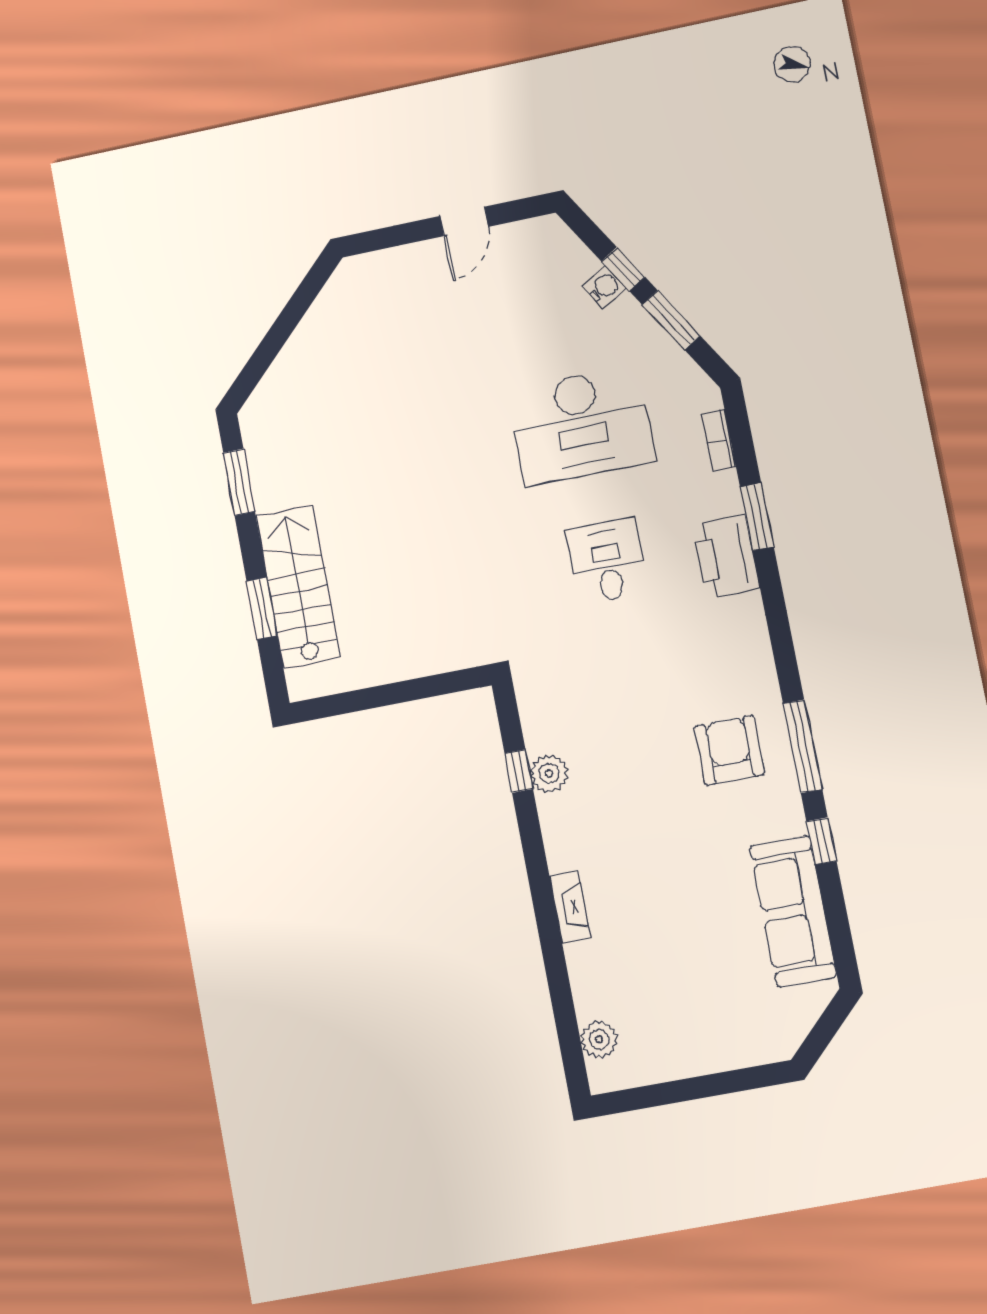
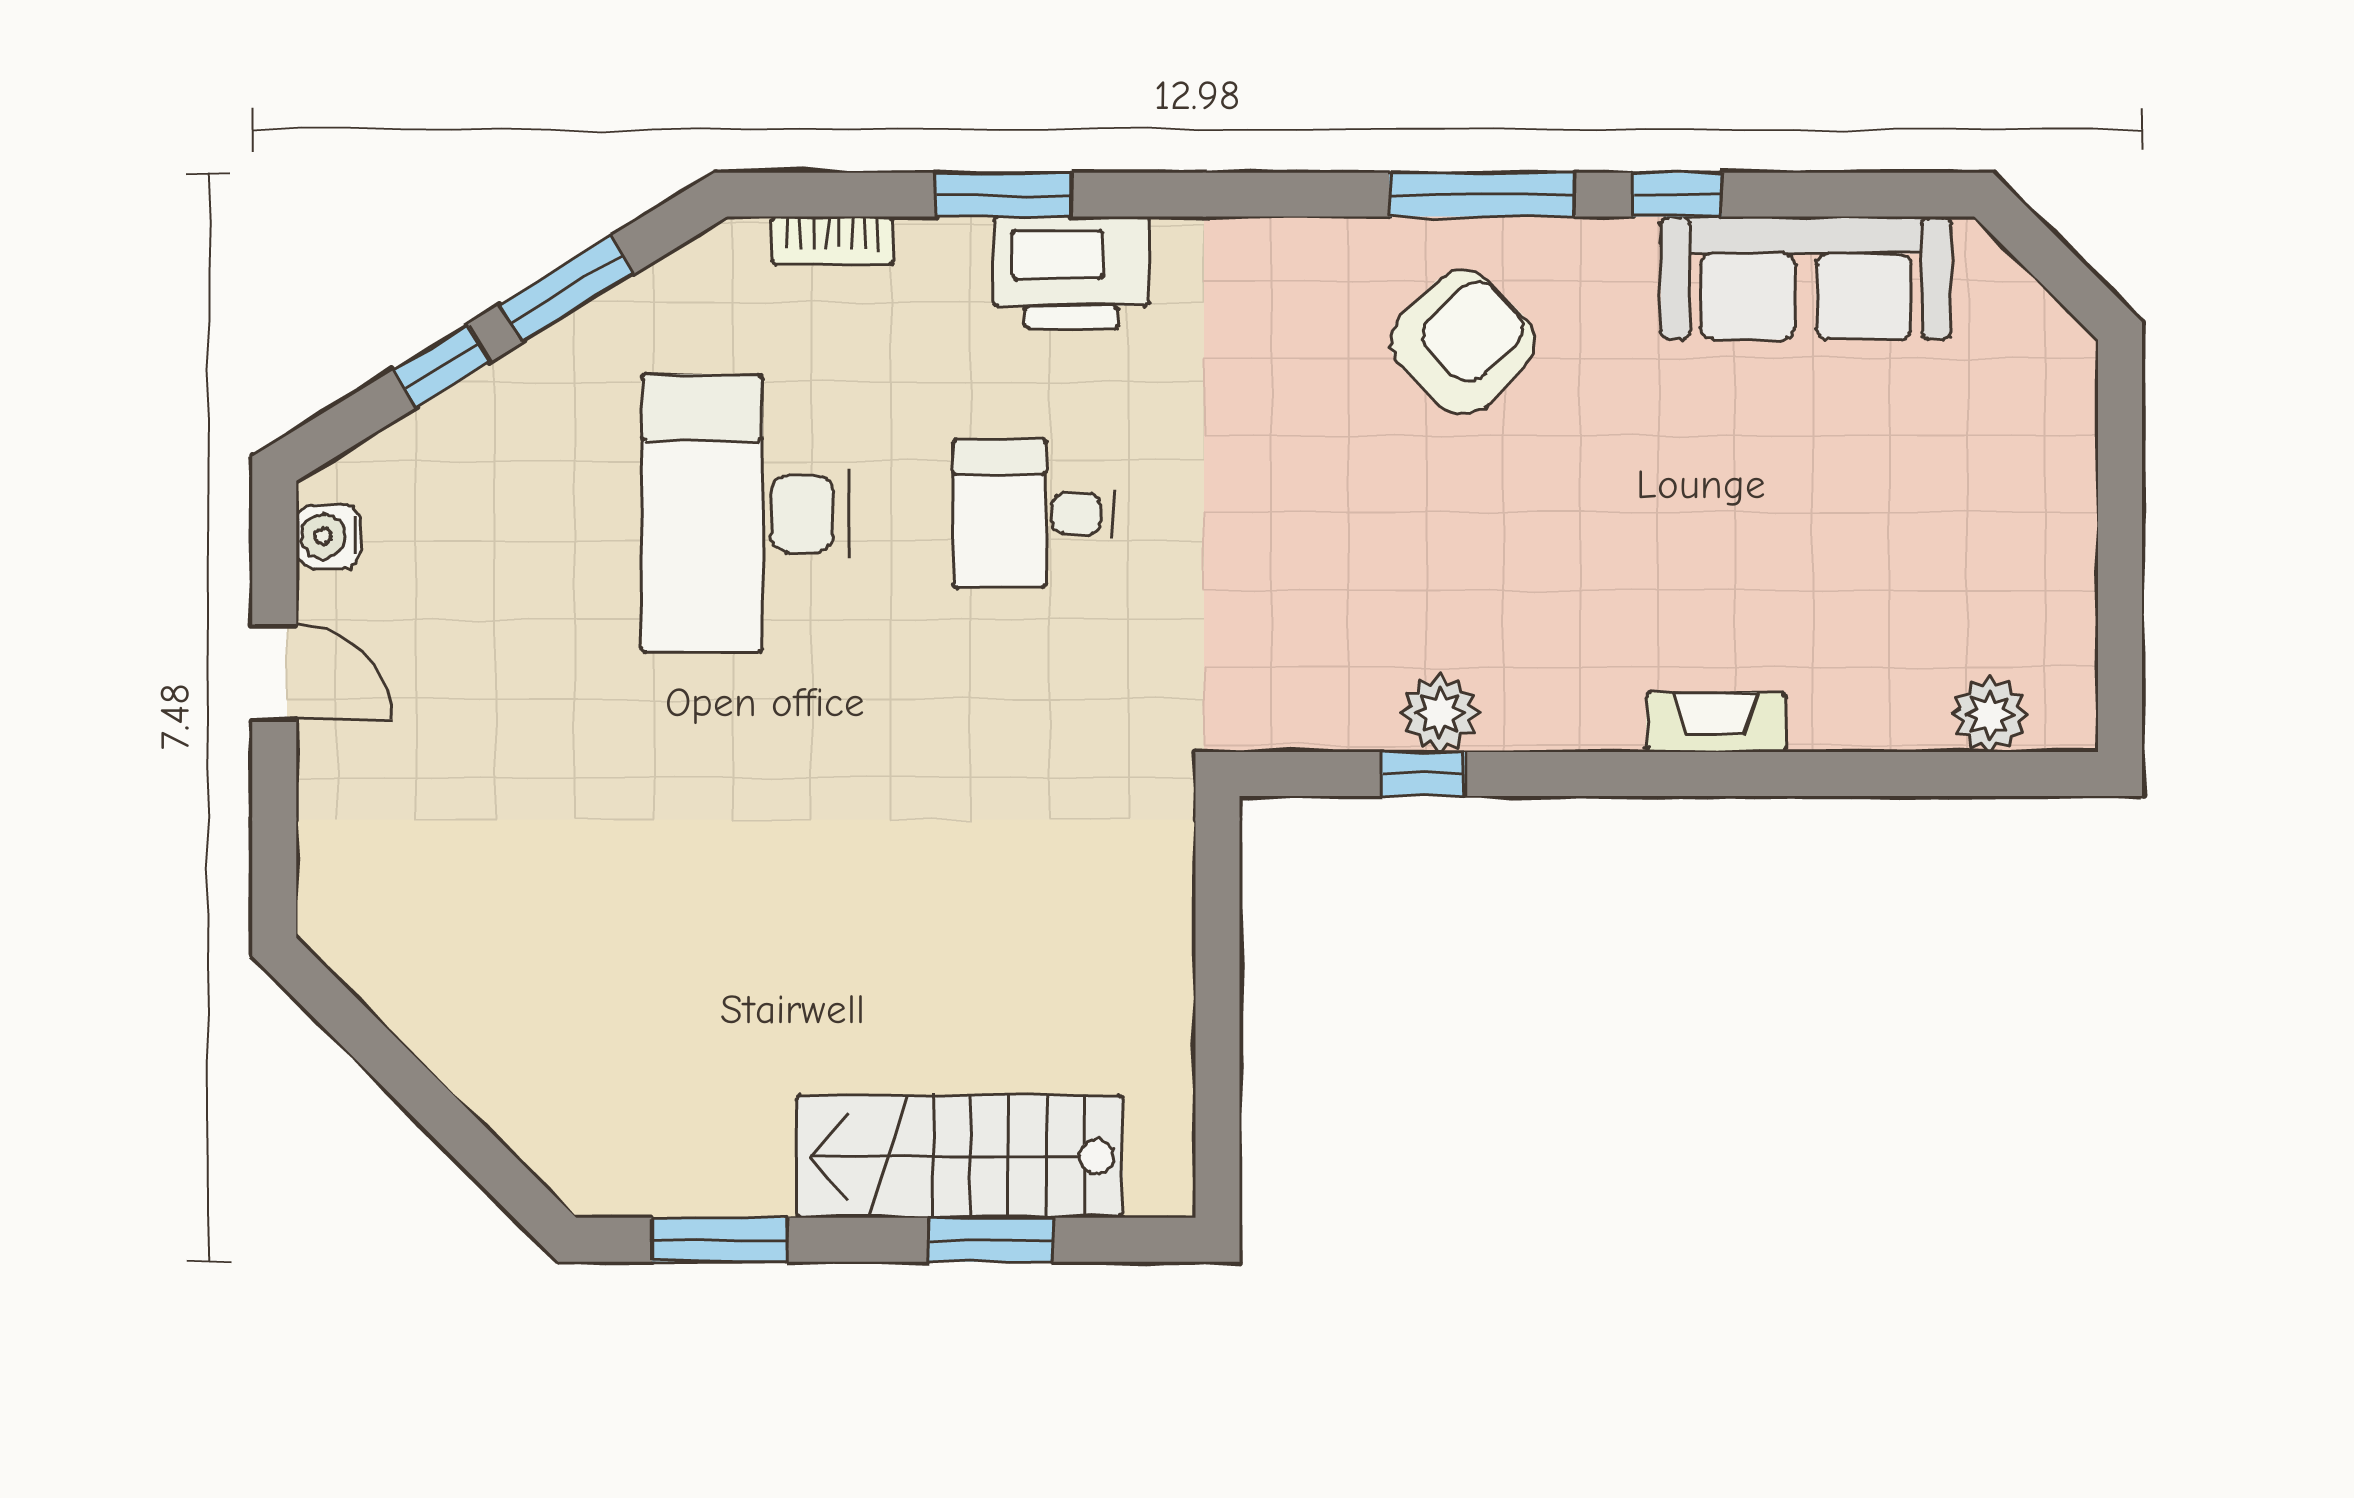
water cooler: (604, 287) -> (328, 536), moved, turned -58
desk: (581, 426) -> (746, 513), turned 180
armchair: (729, 750) -> (1462, 342), turned 135

